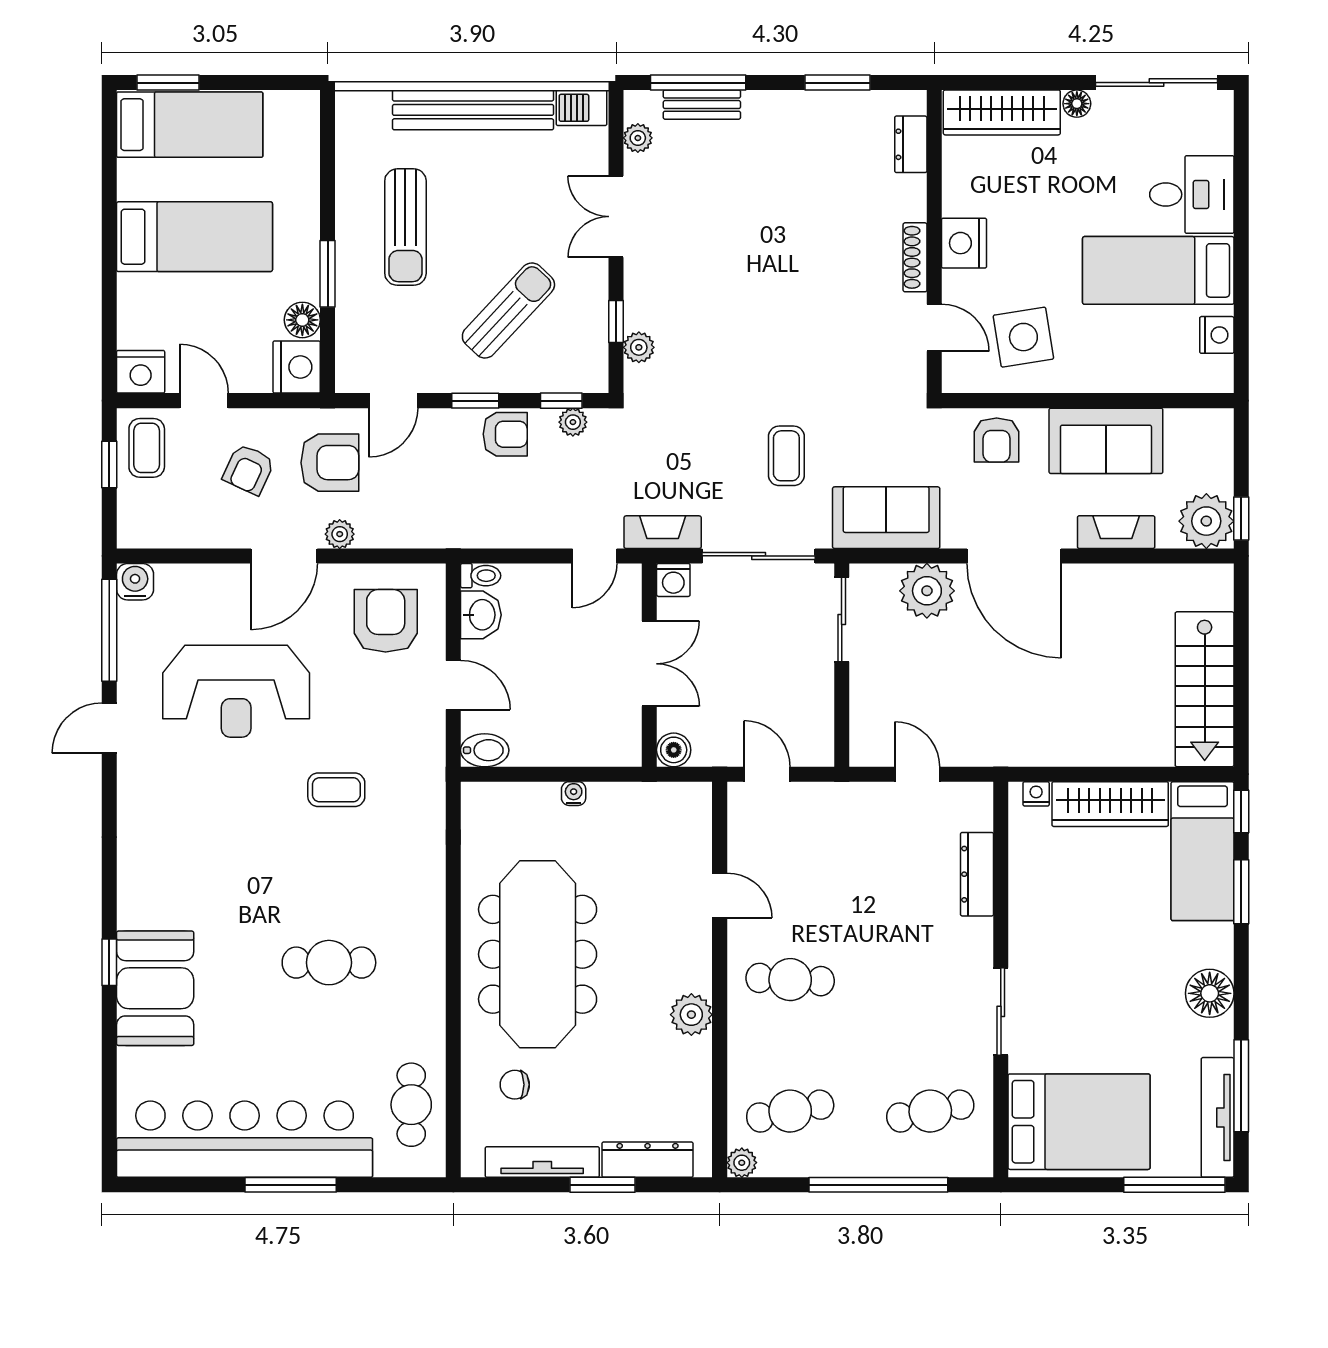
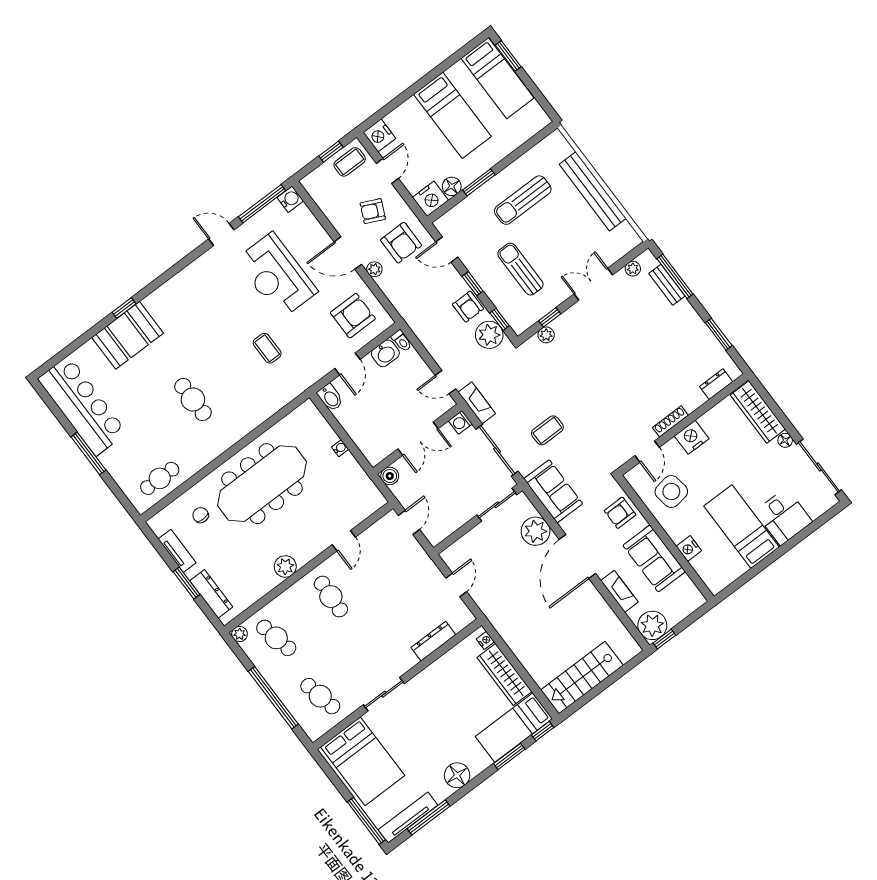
barbecue: (582, 108) -> (628, 236), removed
sun lounger: (508, 310) -> (520, 269), turned -133
nightstand: (1217, 335) -> (689, 549), moved, turned 90
plant: (573, 422) -> (489, 335), width x1.88, depth x1.88
bar counter: (245, 1139) -> (82, 406), width x0.73
tv unit: (542, 1162) -> (177, 551), width x0.71

